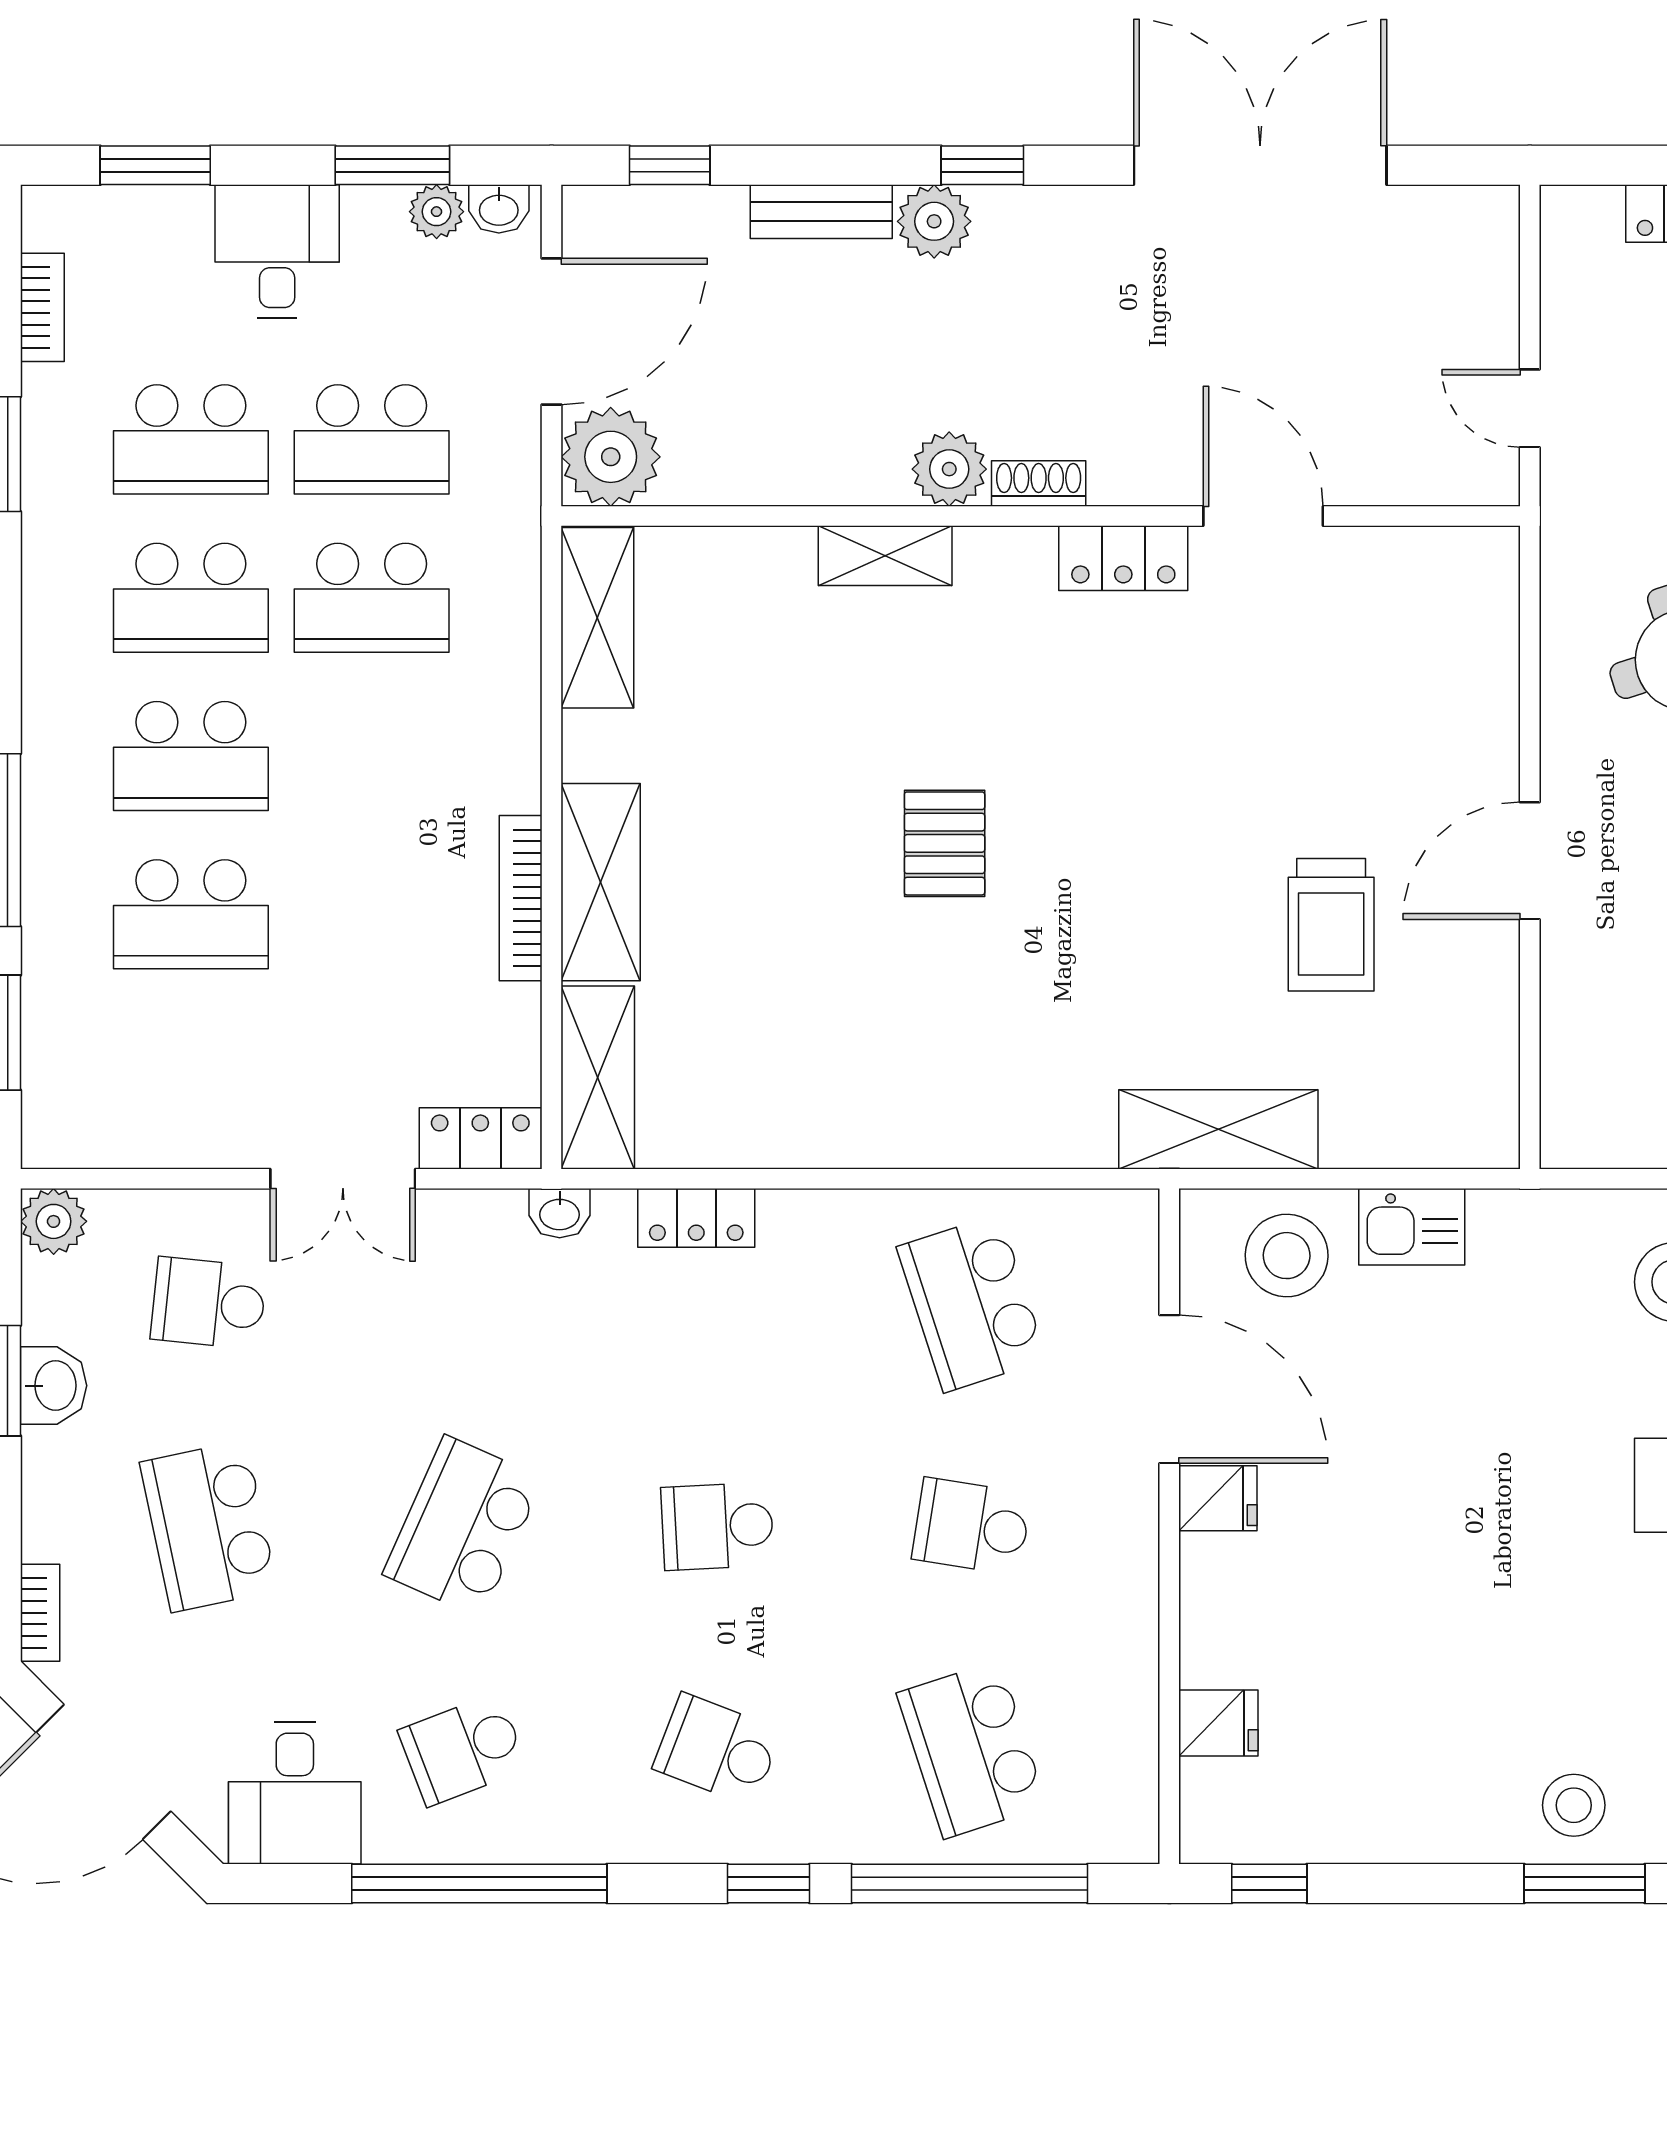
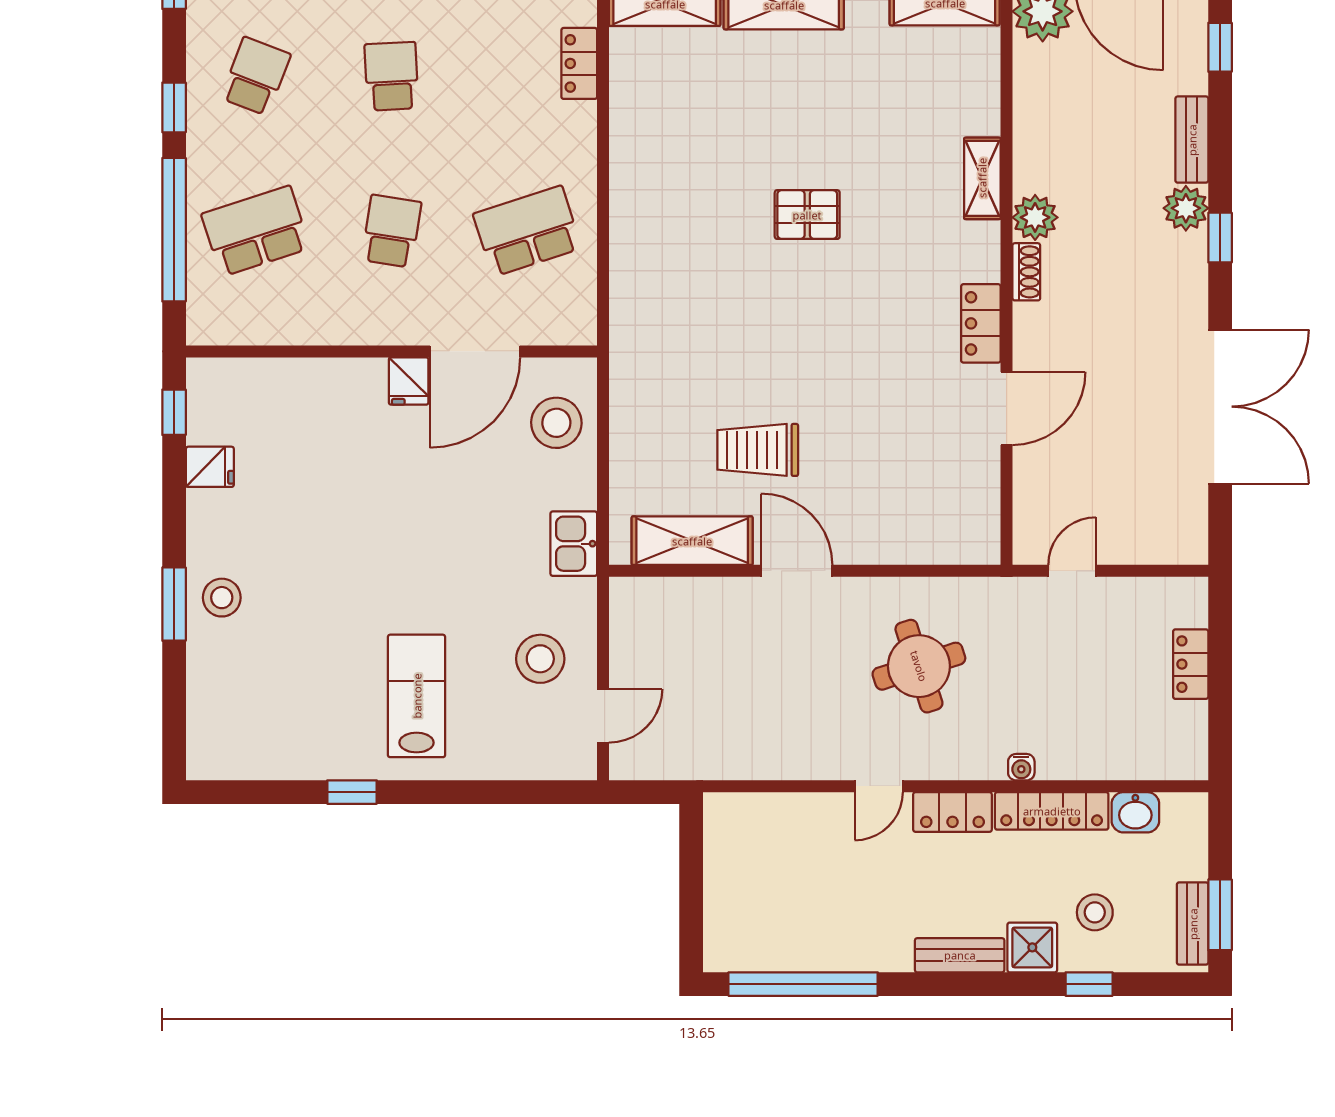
shelving: (1218, 1129) -> (692, 541), moved, turned 90
kitchen sink: (1412, 1227) -> (574, 544), moved
fridge: (1218, 1723) -> (210, 467), moved, turned -90

